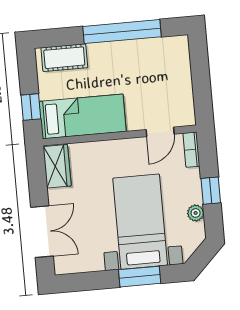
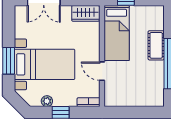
cot: (64, 58) -> (156, 45), moved
door: (160, 132) -> (102, 71), moved

